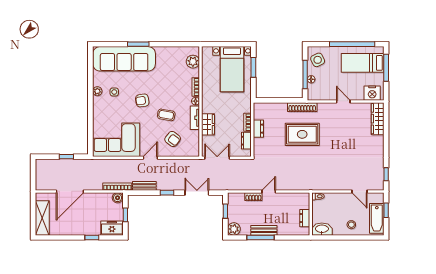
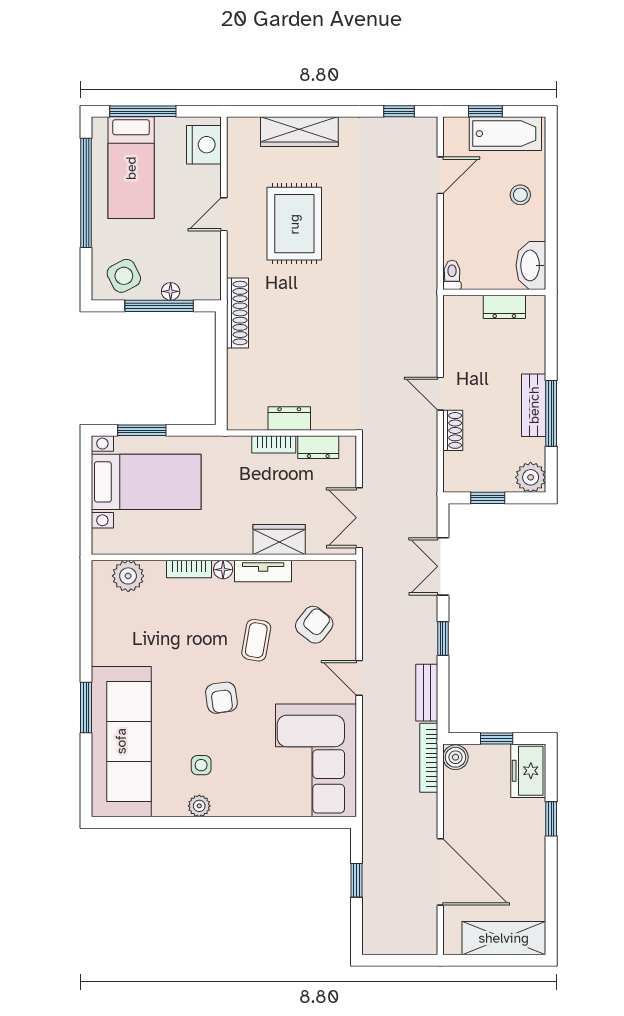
wardrobe: (378, 119) -> (299, 132), moved
rug: (302, 134) -> (294, 224), moved

